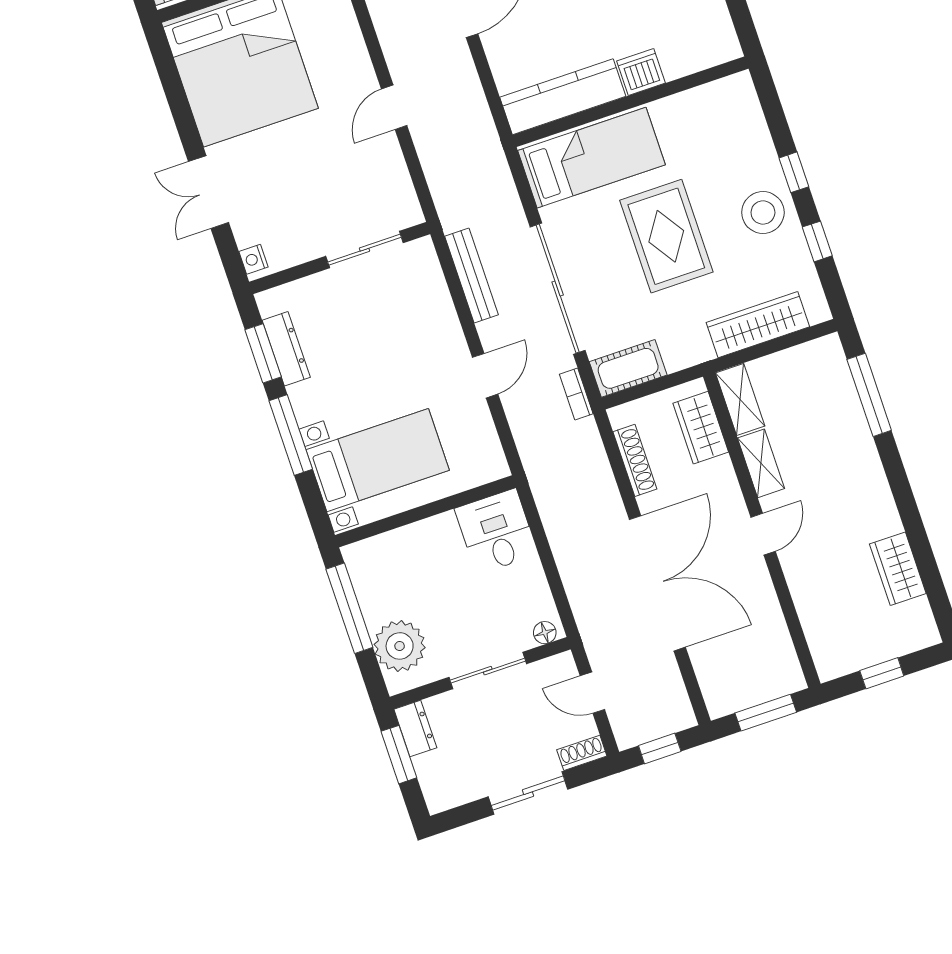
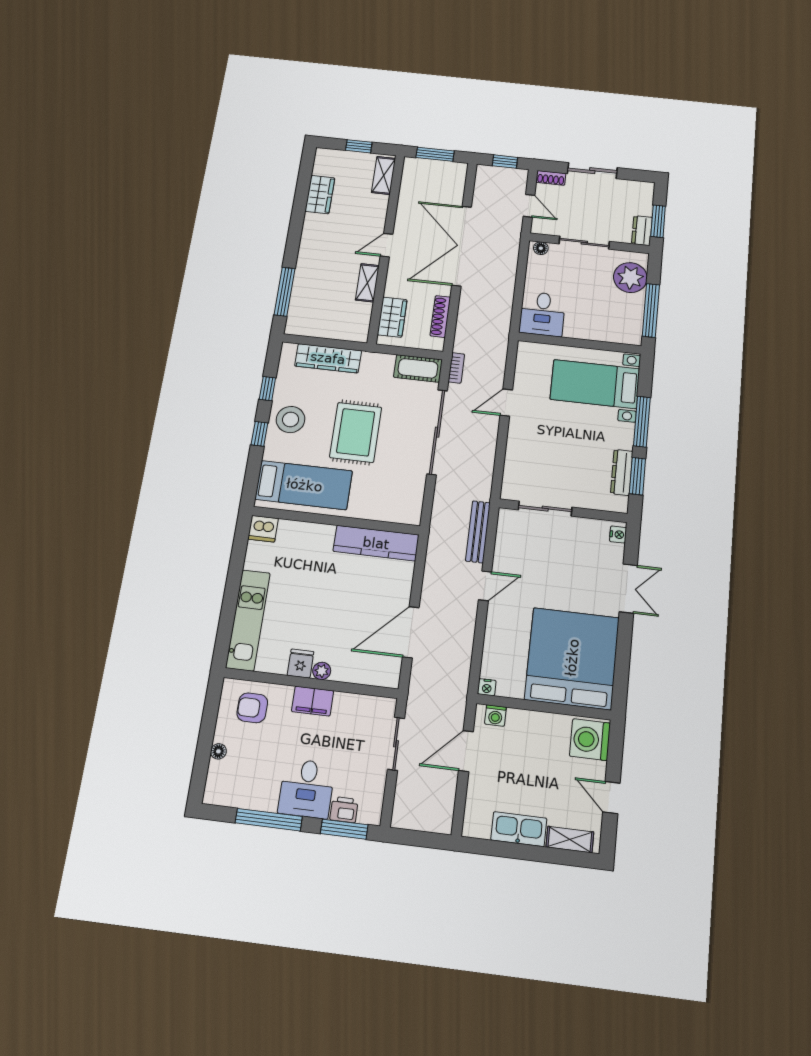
dishwasher: (641, 72) -> (263, 529), moved
bed: (591, 158) -> (304, 485), moved, turned 180
bench: (471, 275) -> (478, 532), moved
shelving: (740, 399) -> (384, 175), moved

